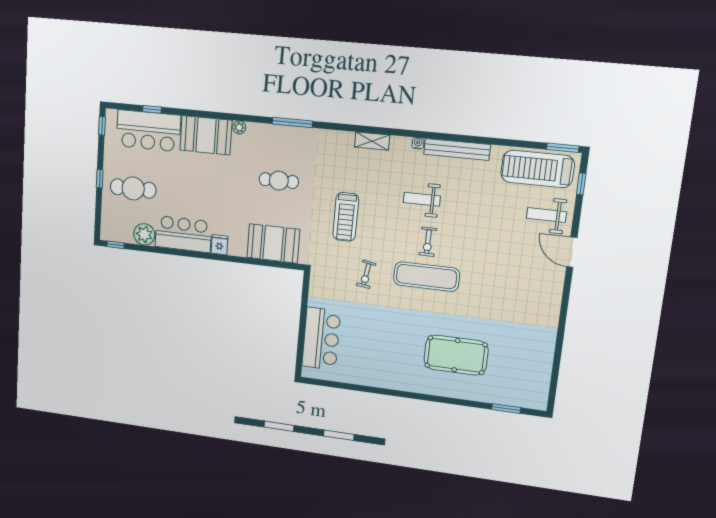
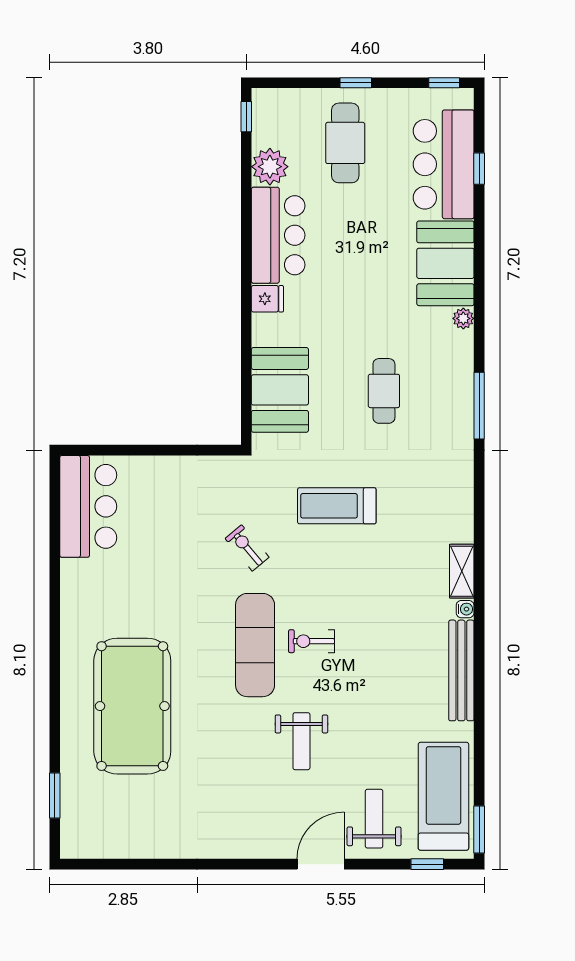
shelving: (372, 141) -> (462, 571), moved
weight bench: (422, 199) -> (301, 741), moved, turned 180
exercise bike: (366, 274) -> (247, 548), turned 41
bar counter: (321, 339) -> (88, 506), moved, turned -90
pool table: (456, 355) -> (132, 706), width x1.36, depth x1.32

